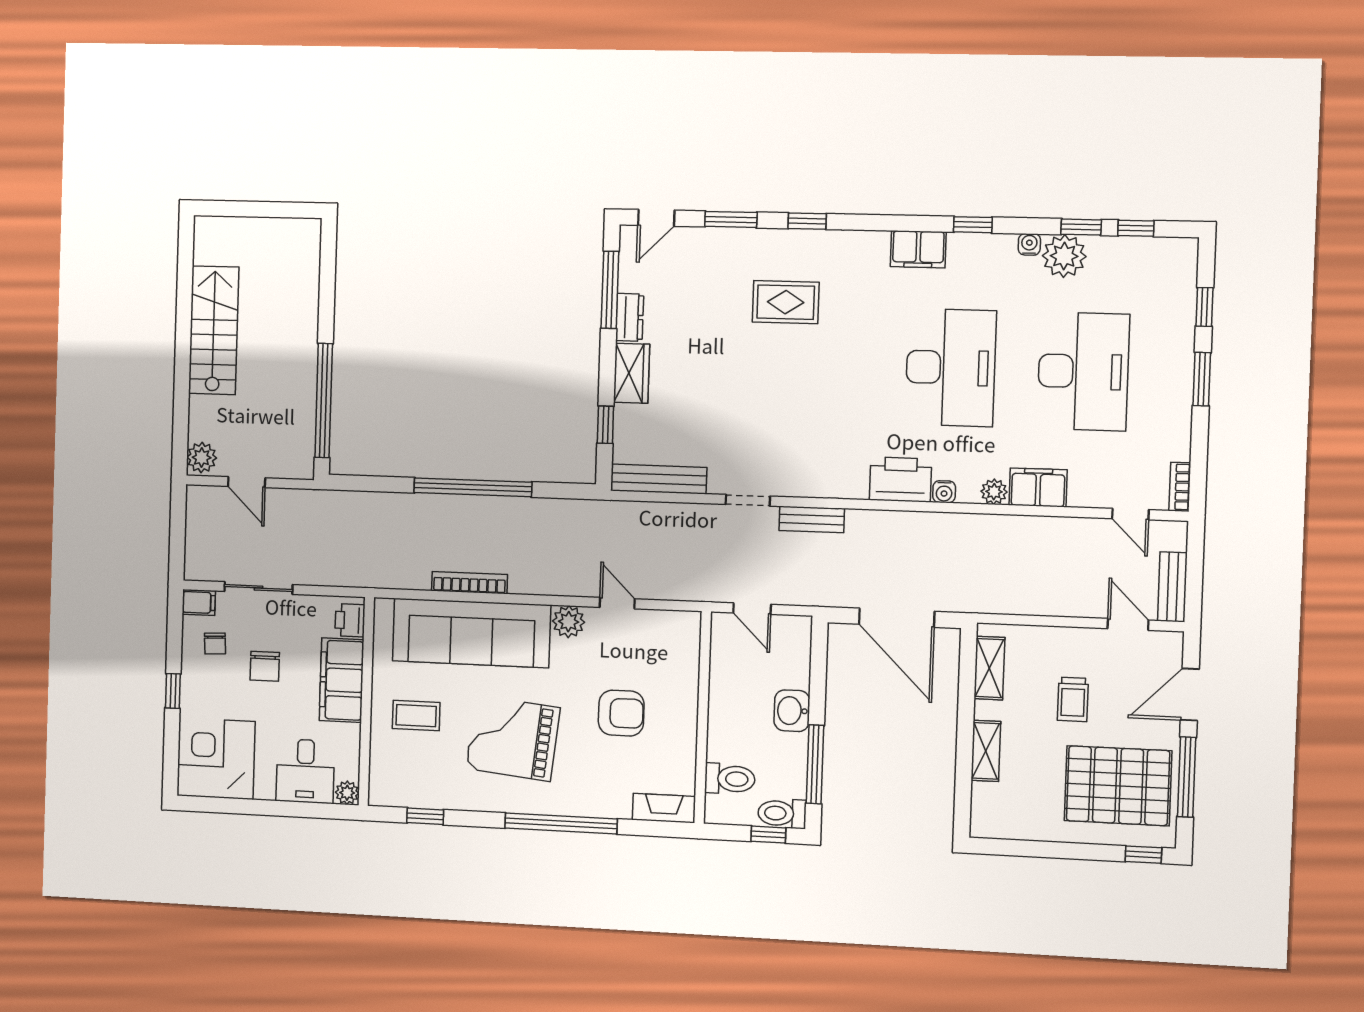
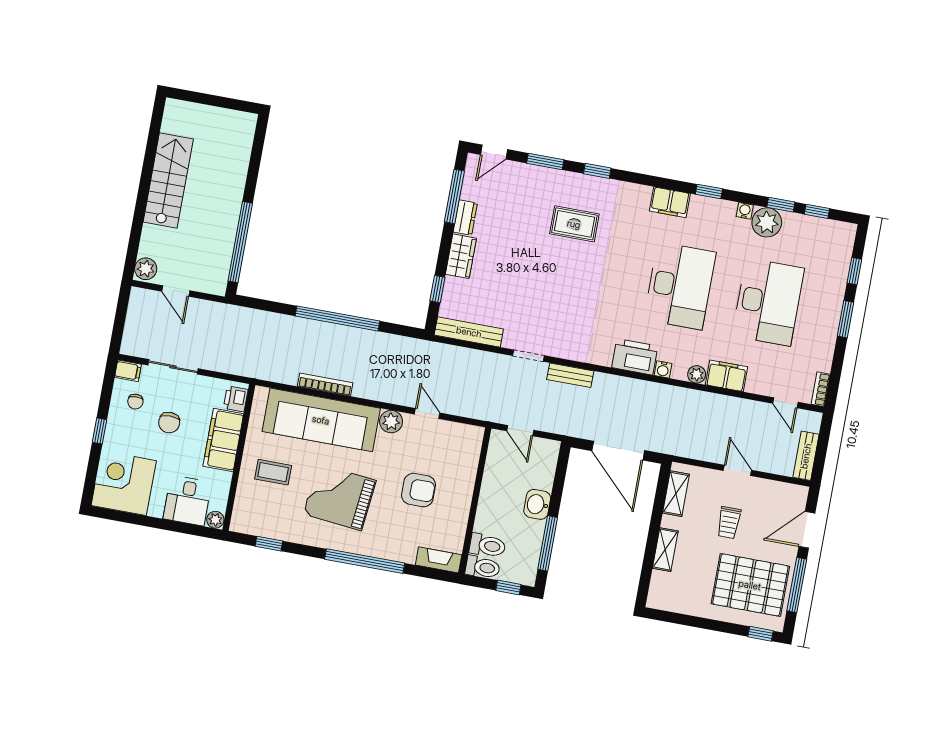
door: (1128, 624) -> (737, 470), moved
toilet: (782, 813) -> (483, 567), moved, turned 180

